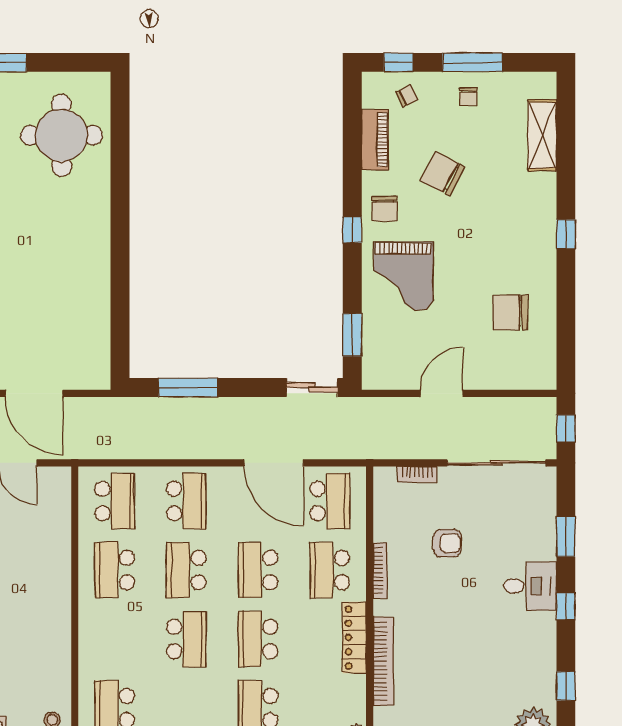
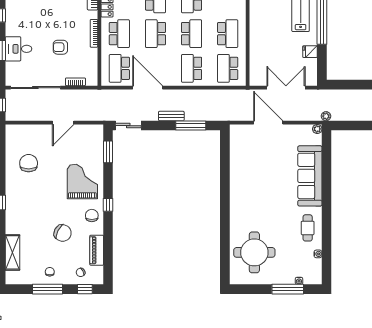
chair: (510, 313) -> (29, 163), turned -90
bench: (227, 406) -> (171, 116), added
school desk: (258, 570) -> (155, 34), turned 180
desk: (530, 586) -> (18, 49), moved

